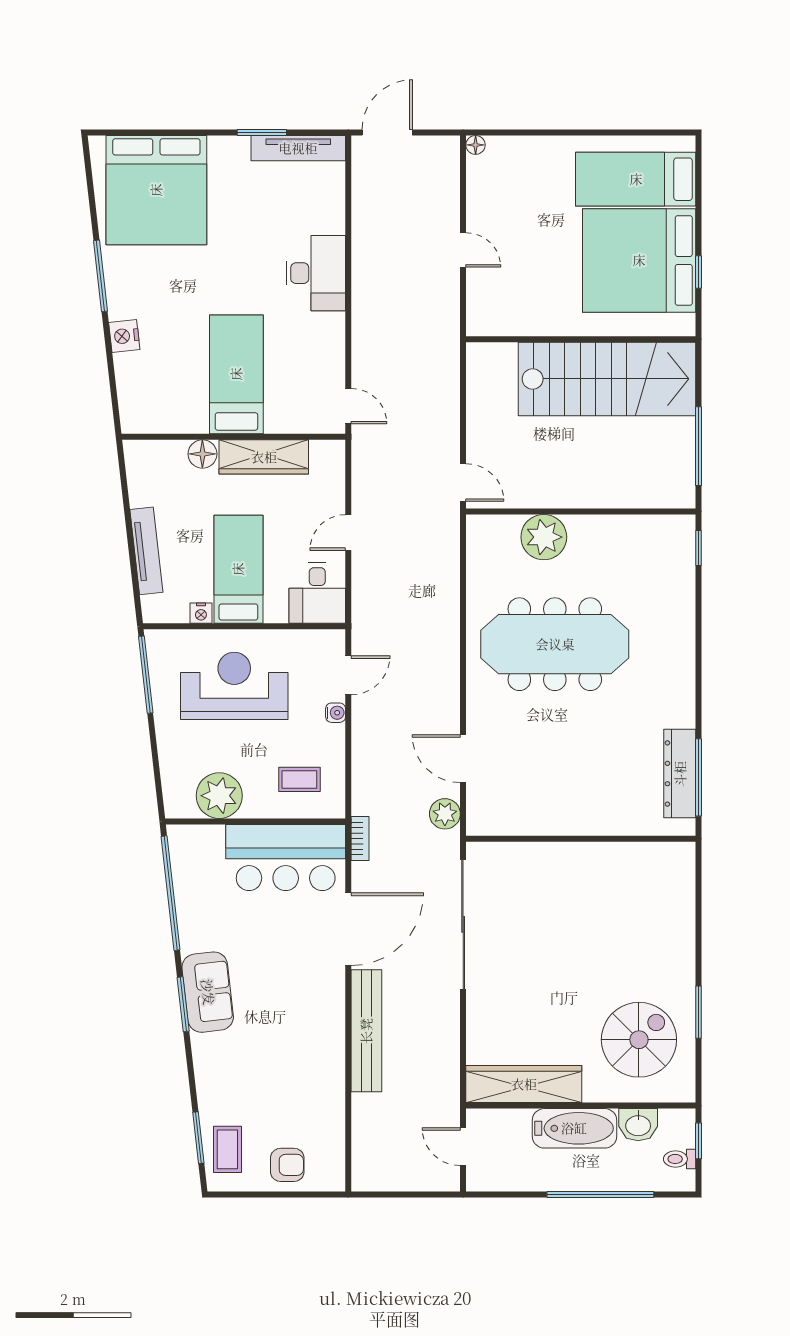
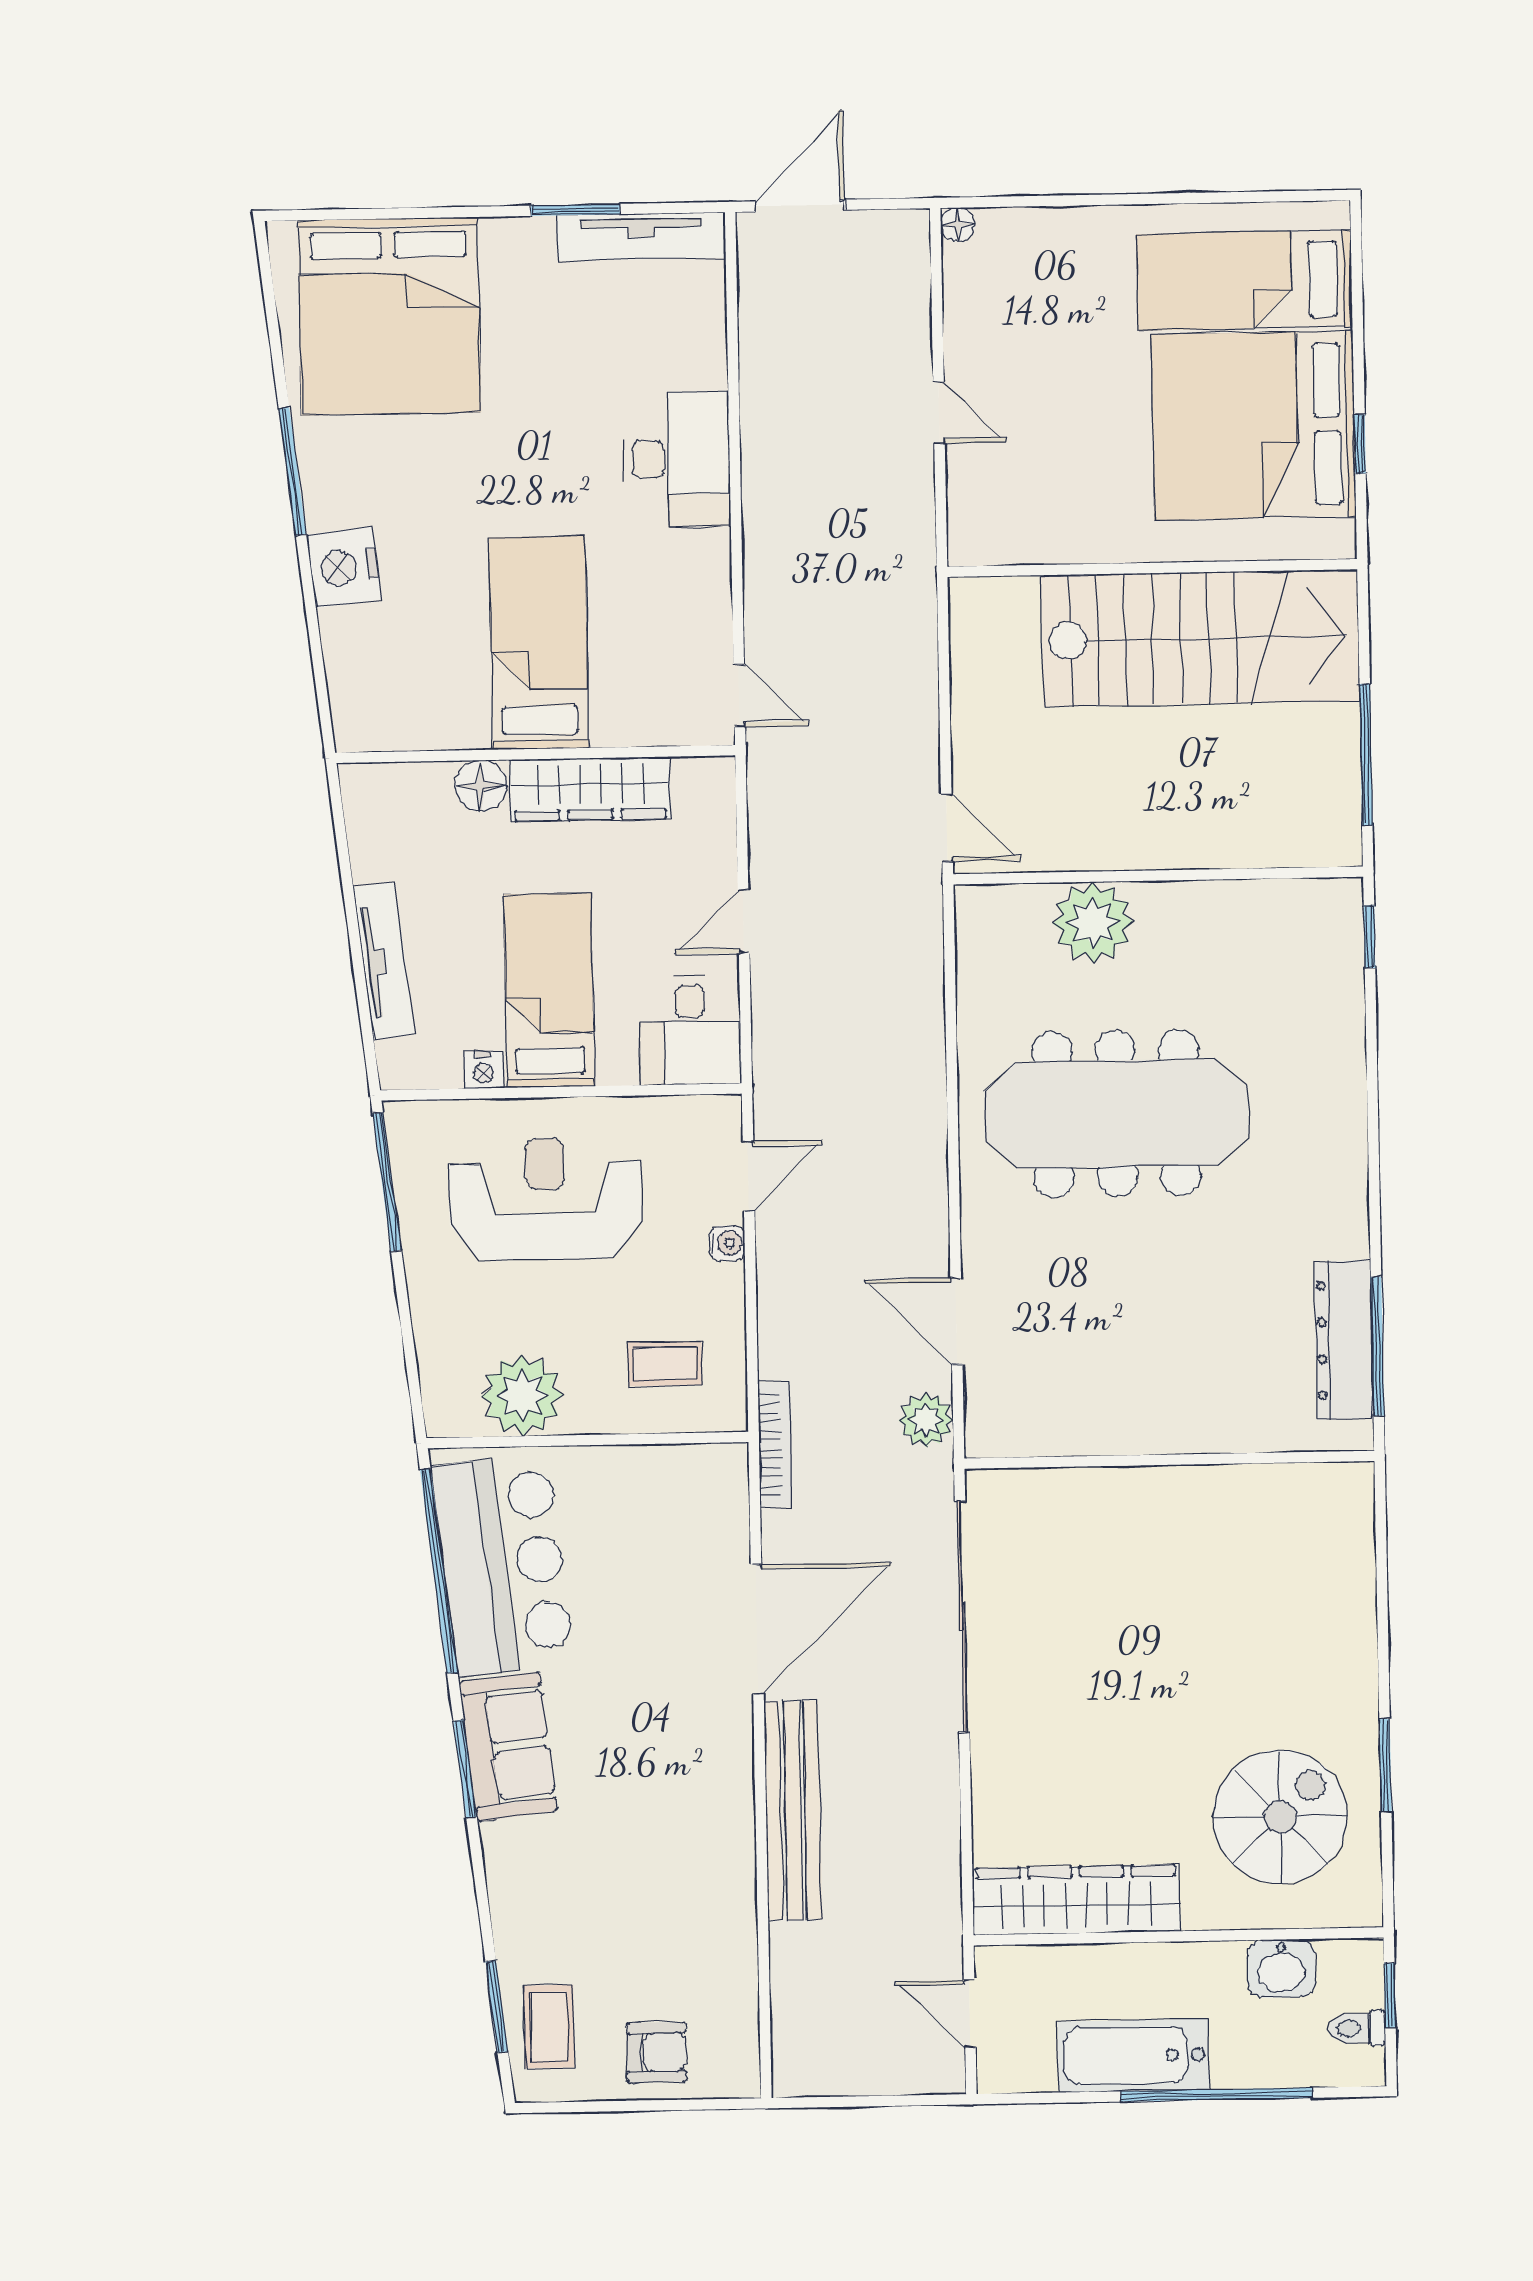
nightstand: (124, 336) -> (344, 567), width x1.36, depth x1.33
bookcase: (360, 838) -> (775, 1445), width x1.56
bar counter: (286, 858) -> (503, 1564), moved, turned -96
bathtub: (574, 1128) -> (1133, 2056), moved, turned 180

